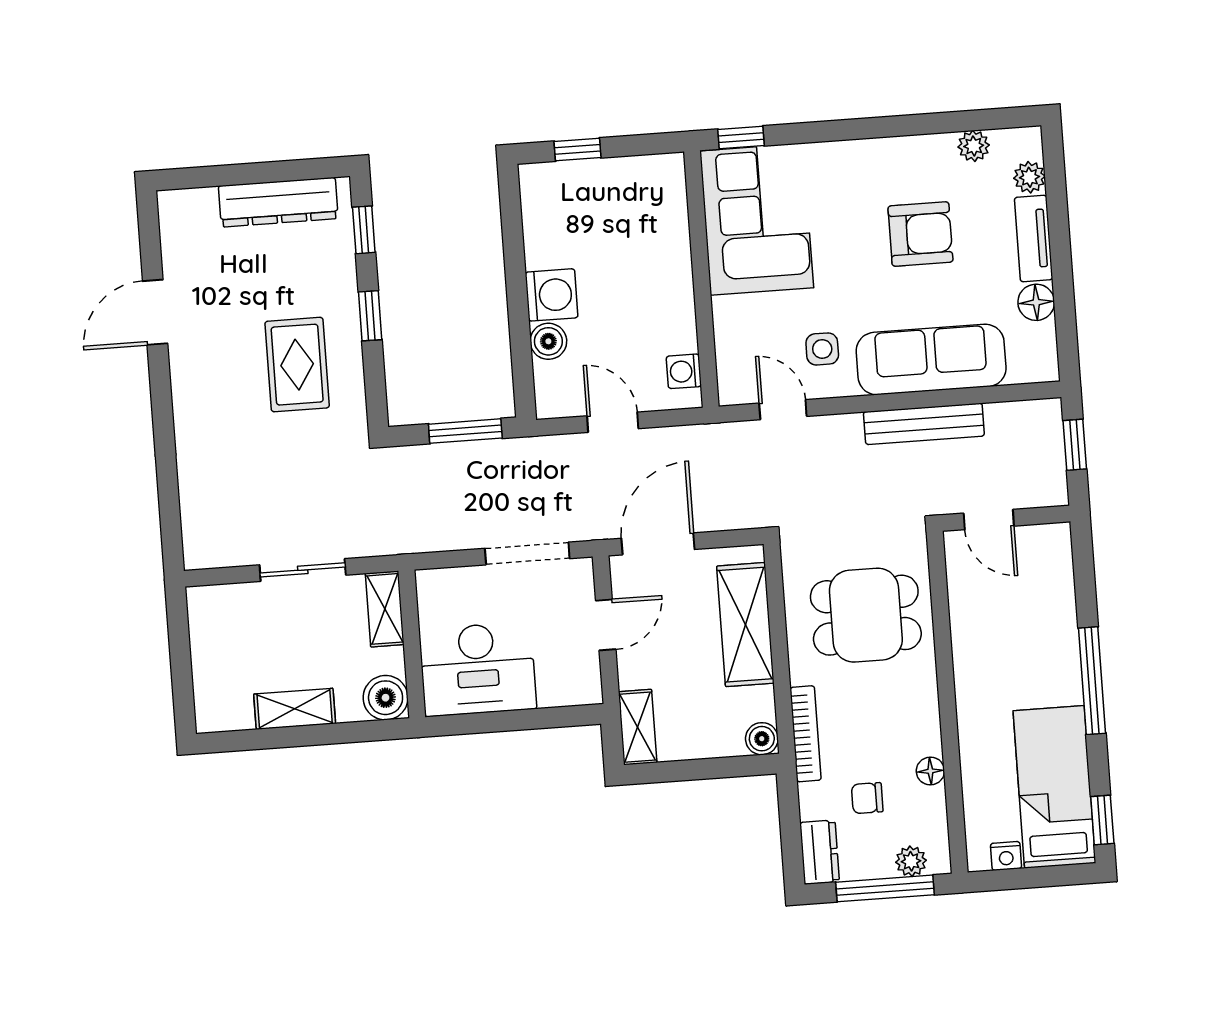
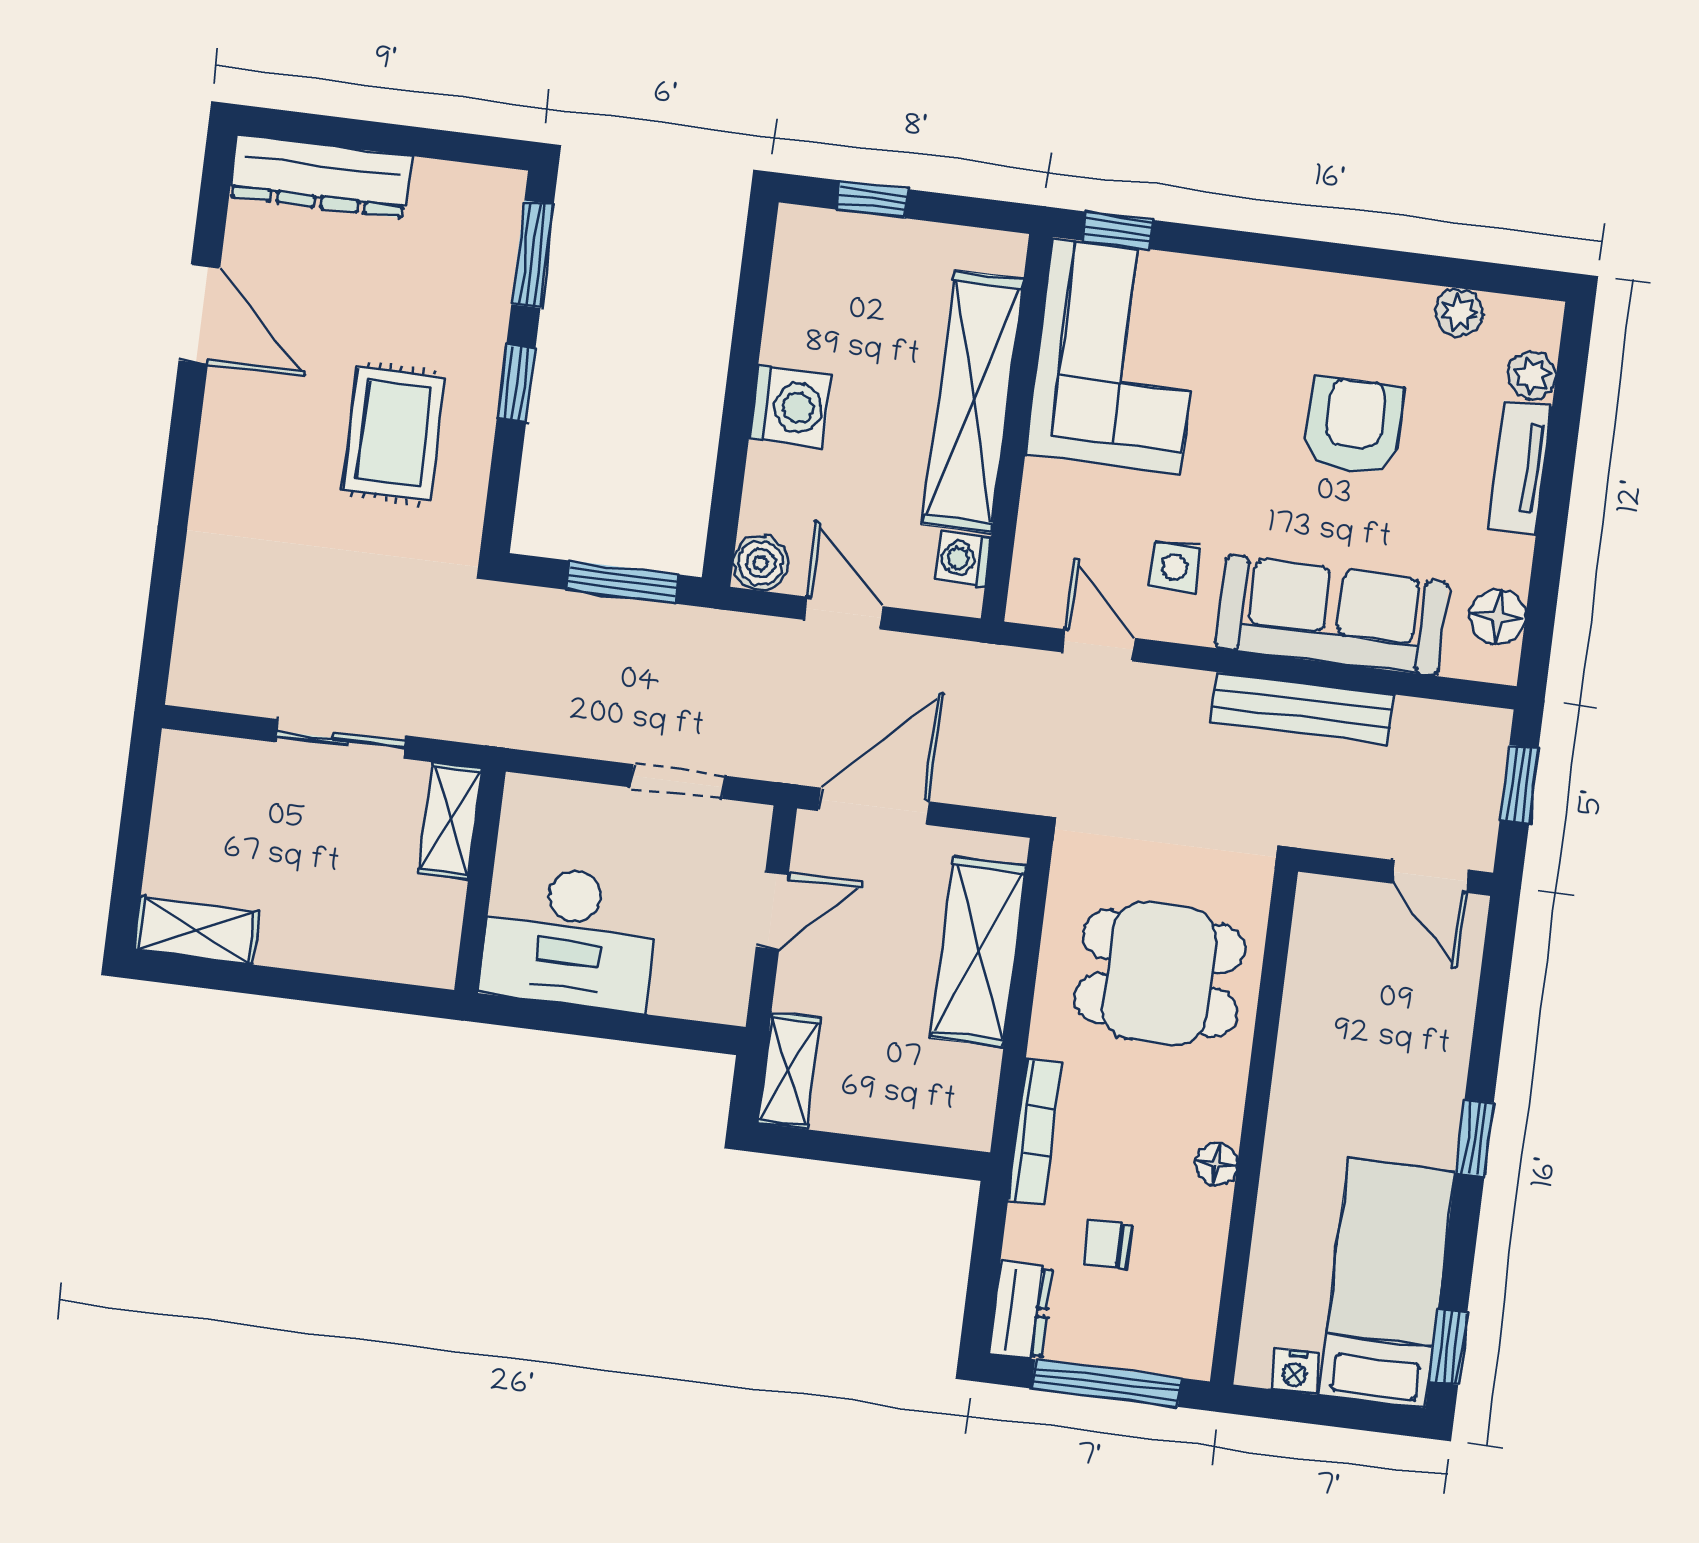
dresser: (278, 202) -> (321, 176), moved
window: (364, 230) -> (532, 254), width x1.50
armchair: (920, 234) -> (1354, 426), turned -90
shelving: (670, 268) -> (973, 402), added
floor lamp: (1036, 302) -> (1498, 617), moved
door: (155, 312) -> (199, 314), swing flipped
boiler: (548, 341) -> (761, 563), moved
door: (989, 520) -> (1431, 877), moved
doorway: (527, 553) -> (678, 781), width x0.73
window: (1092, 681) -> (1474, 1138), width x0.46
boiler: (386, 698) -> (425, 952), removed
shelving: (295, 709) -> (197, 930), moved
boiler: (762, 739) -> (969, 1125), removed
floor lamp: (930, 771) -> (1216, 1164), moved
plant: (911, 861) -> (1153, 1351), removed

